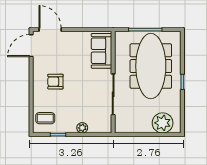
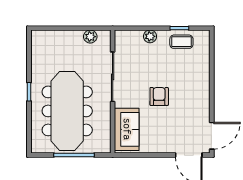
armchair: (55, 82) -> (159, 96), moved, turned -90
coffee table: (45, 118) -> (181, 42), moved
plant: (163, 123) -> (90, 37), moved, width x0.53, depth x0.53

